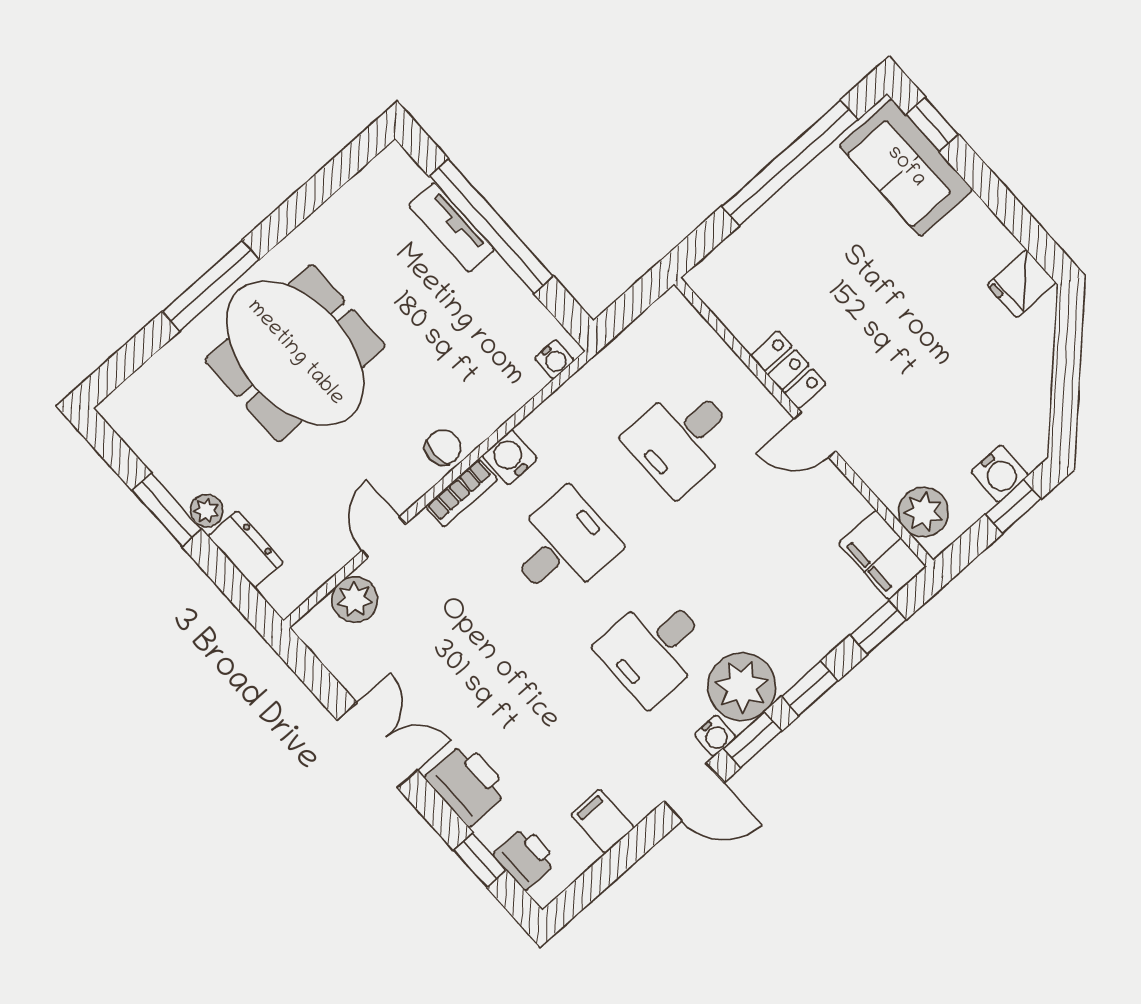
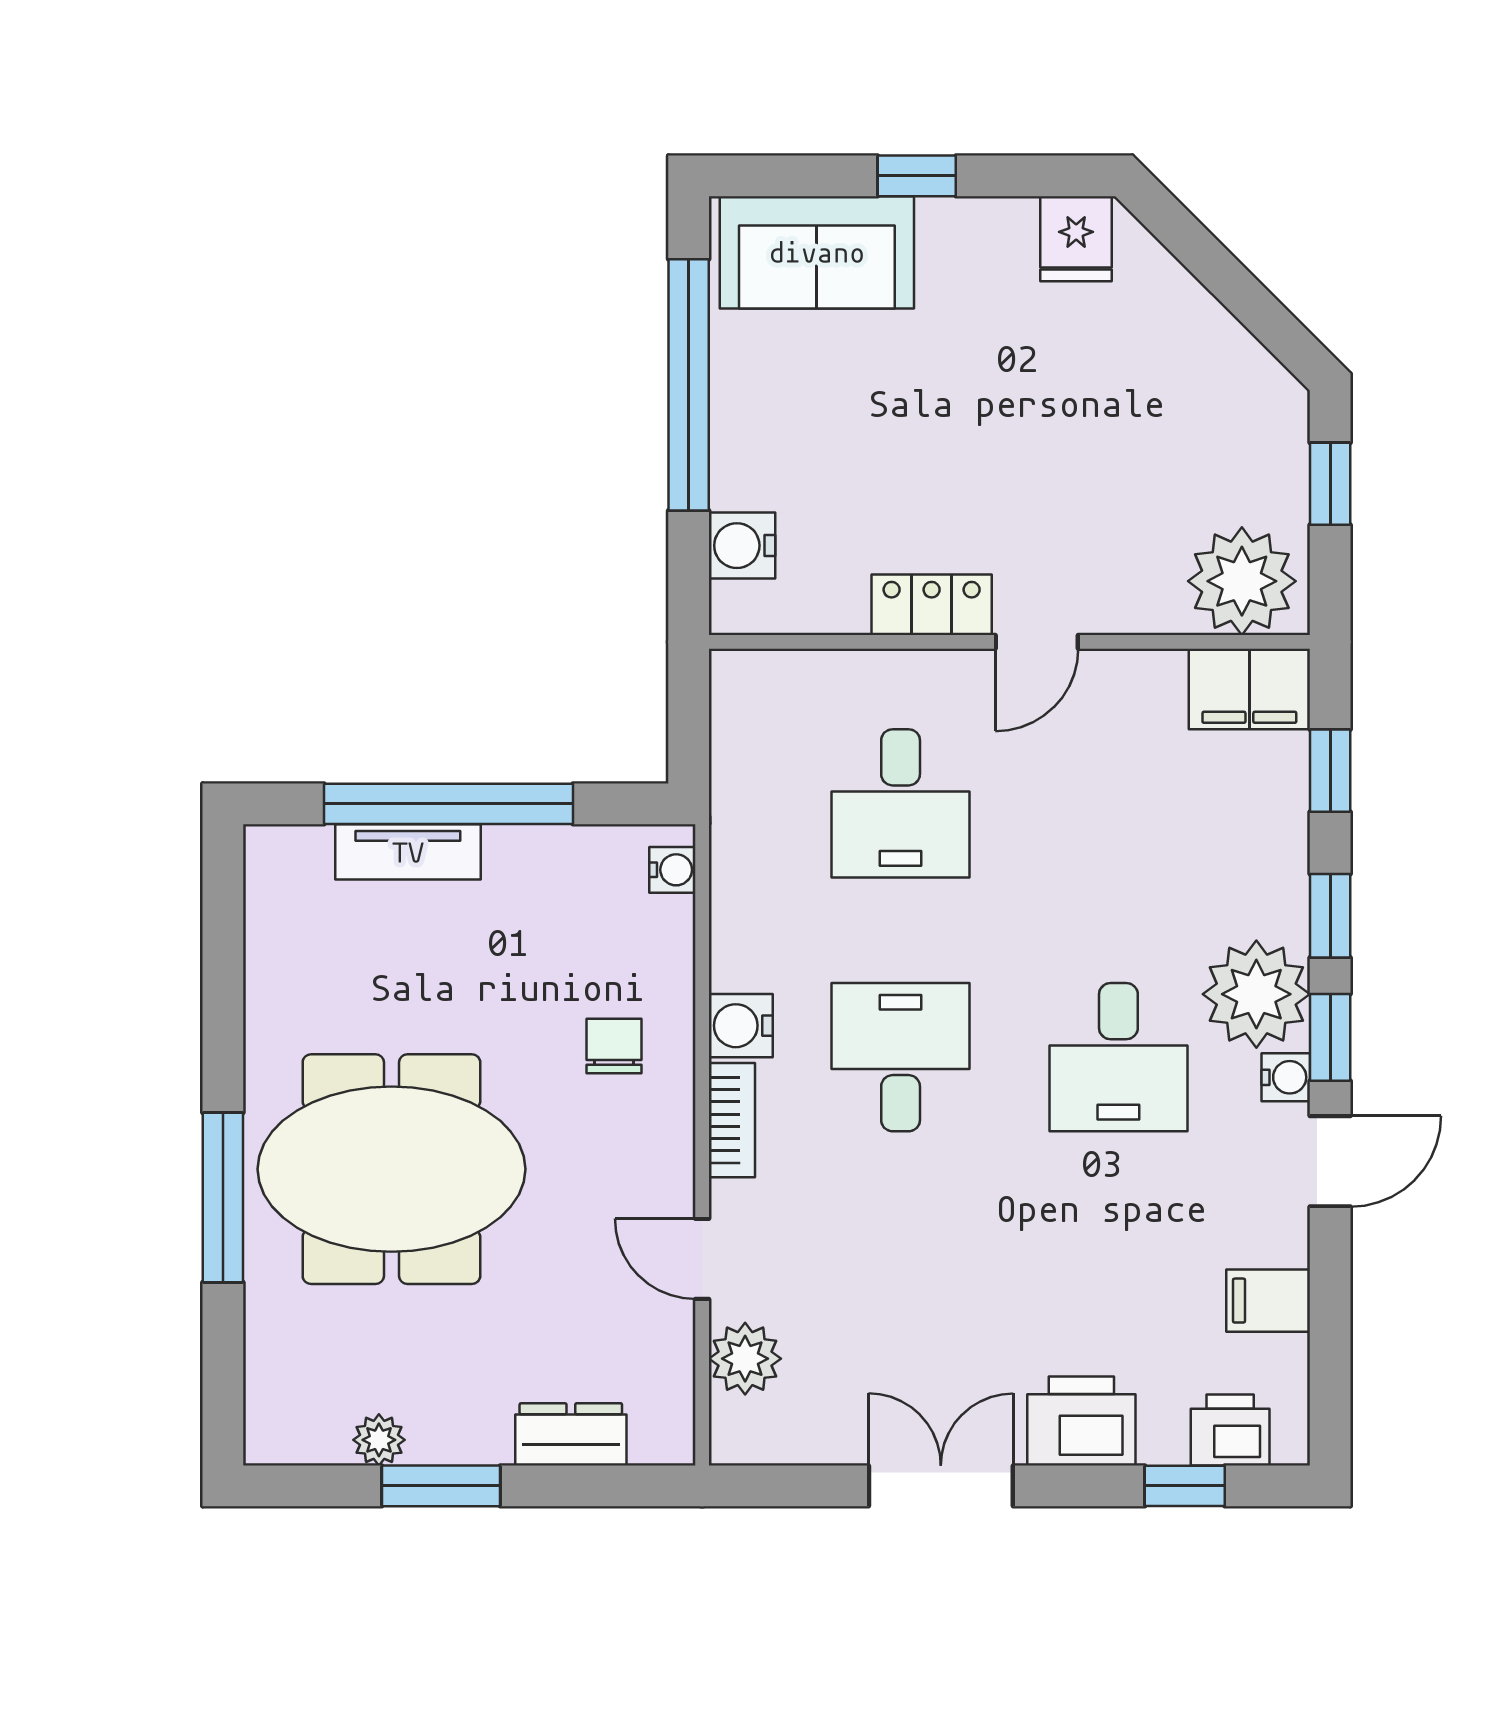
window: (932, 124) -> (917, 176), moved
chair: (443, 447) -> (614, 1046), moved
water cooler: (1000, 474) -> (742, 546), moved, turned 180
plant: (207, 511) -> (379, 1440), moved
plant: (923, 512) -> (1242, 581), width x1.36, depth x1.36

